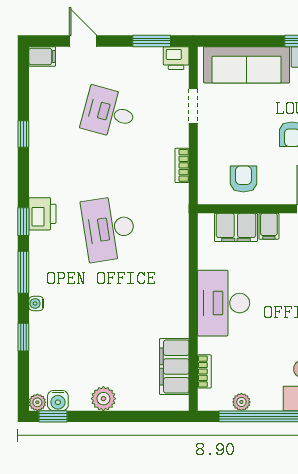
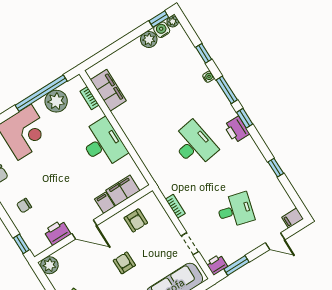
plant: (103, 399) -> (149, 39), moved
plant: (241, 402) -> (56, 101), width x1.88, depth x1.88

